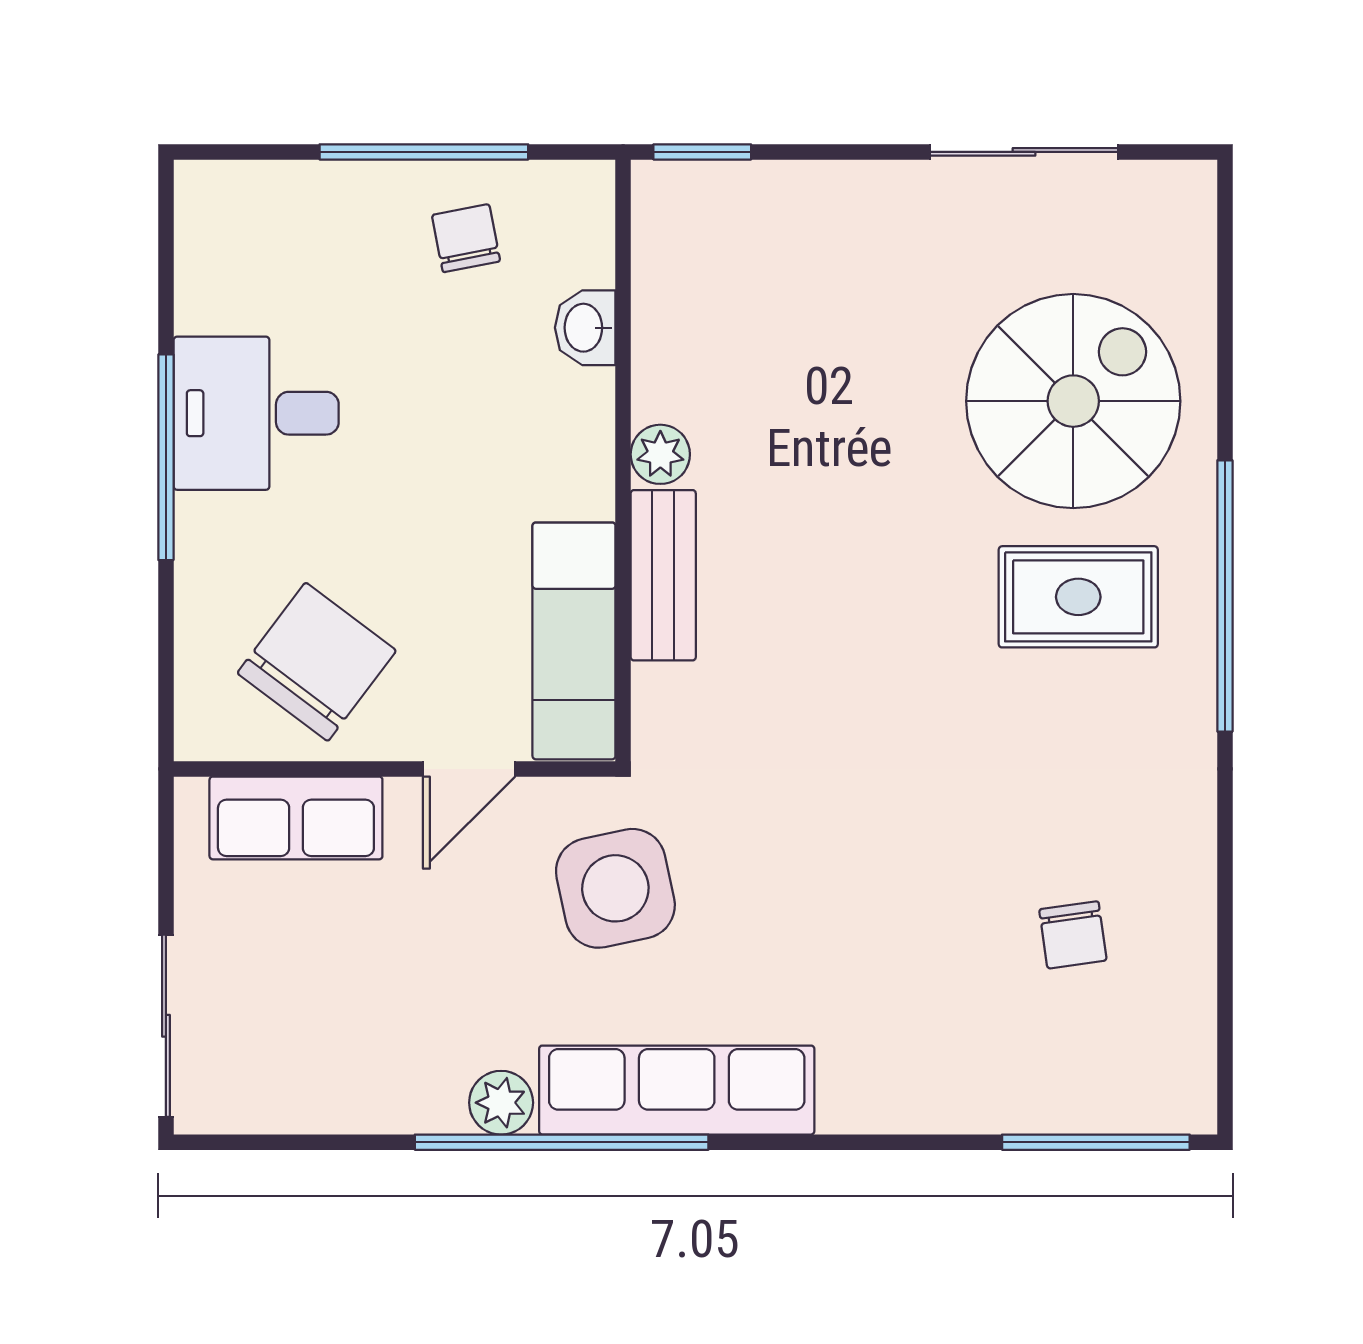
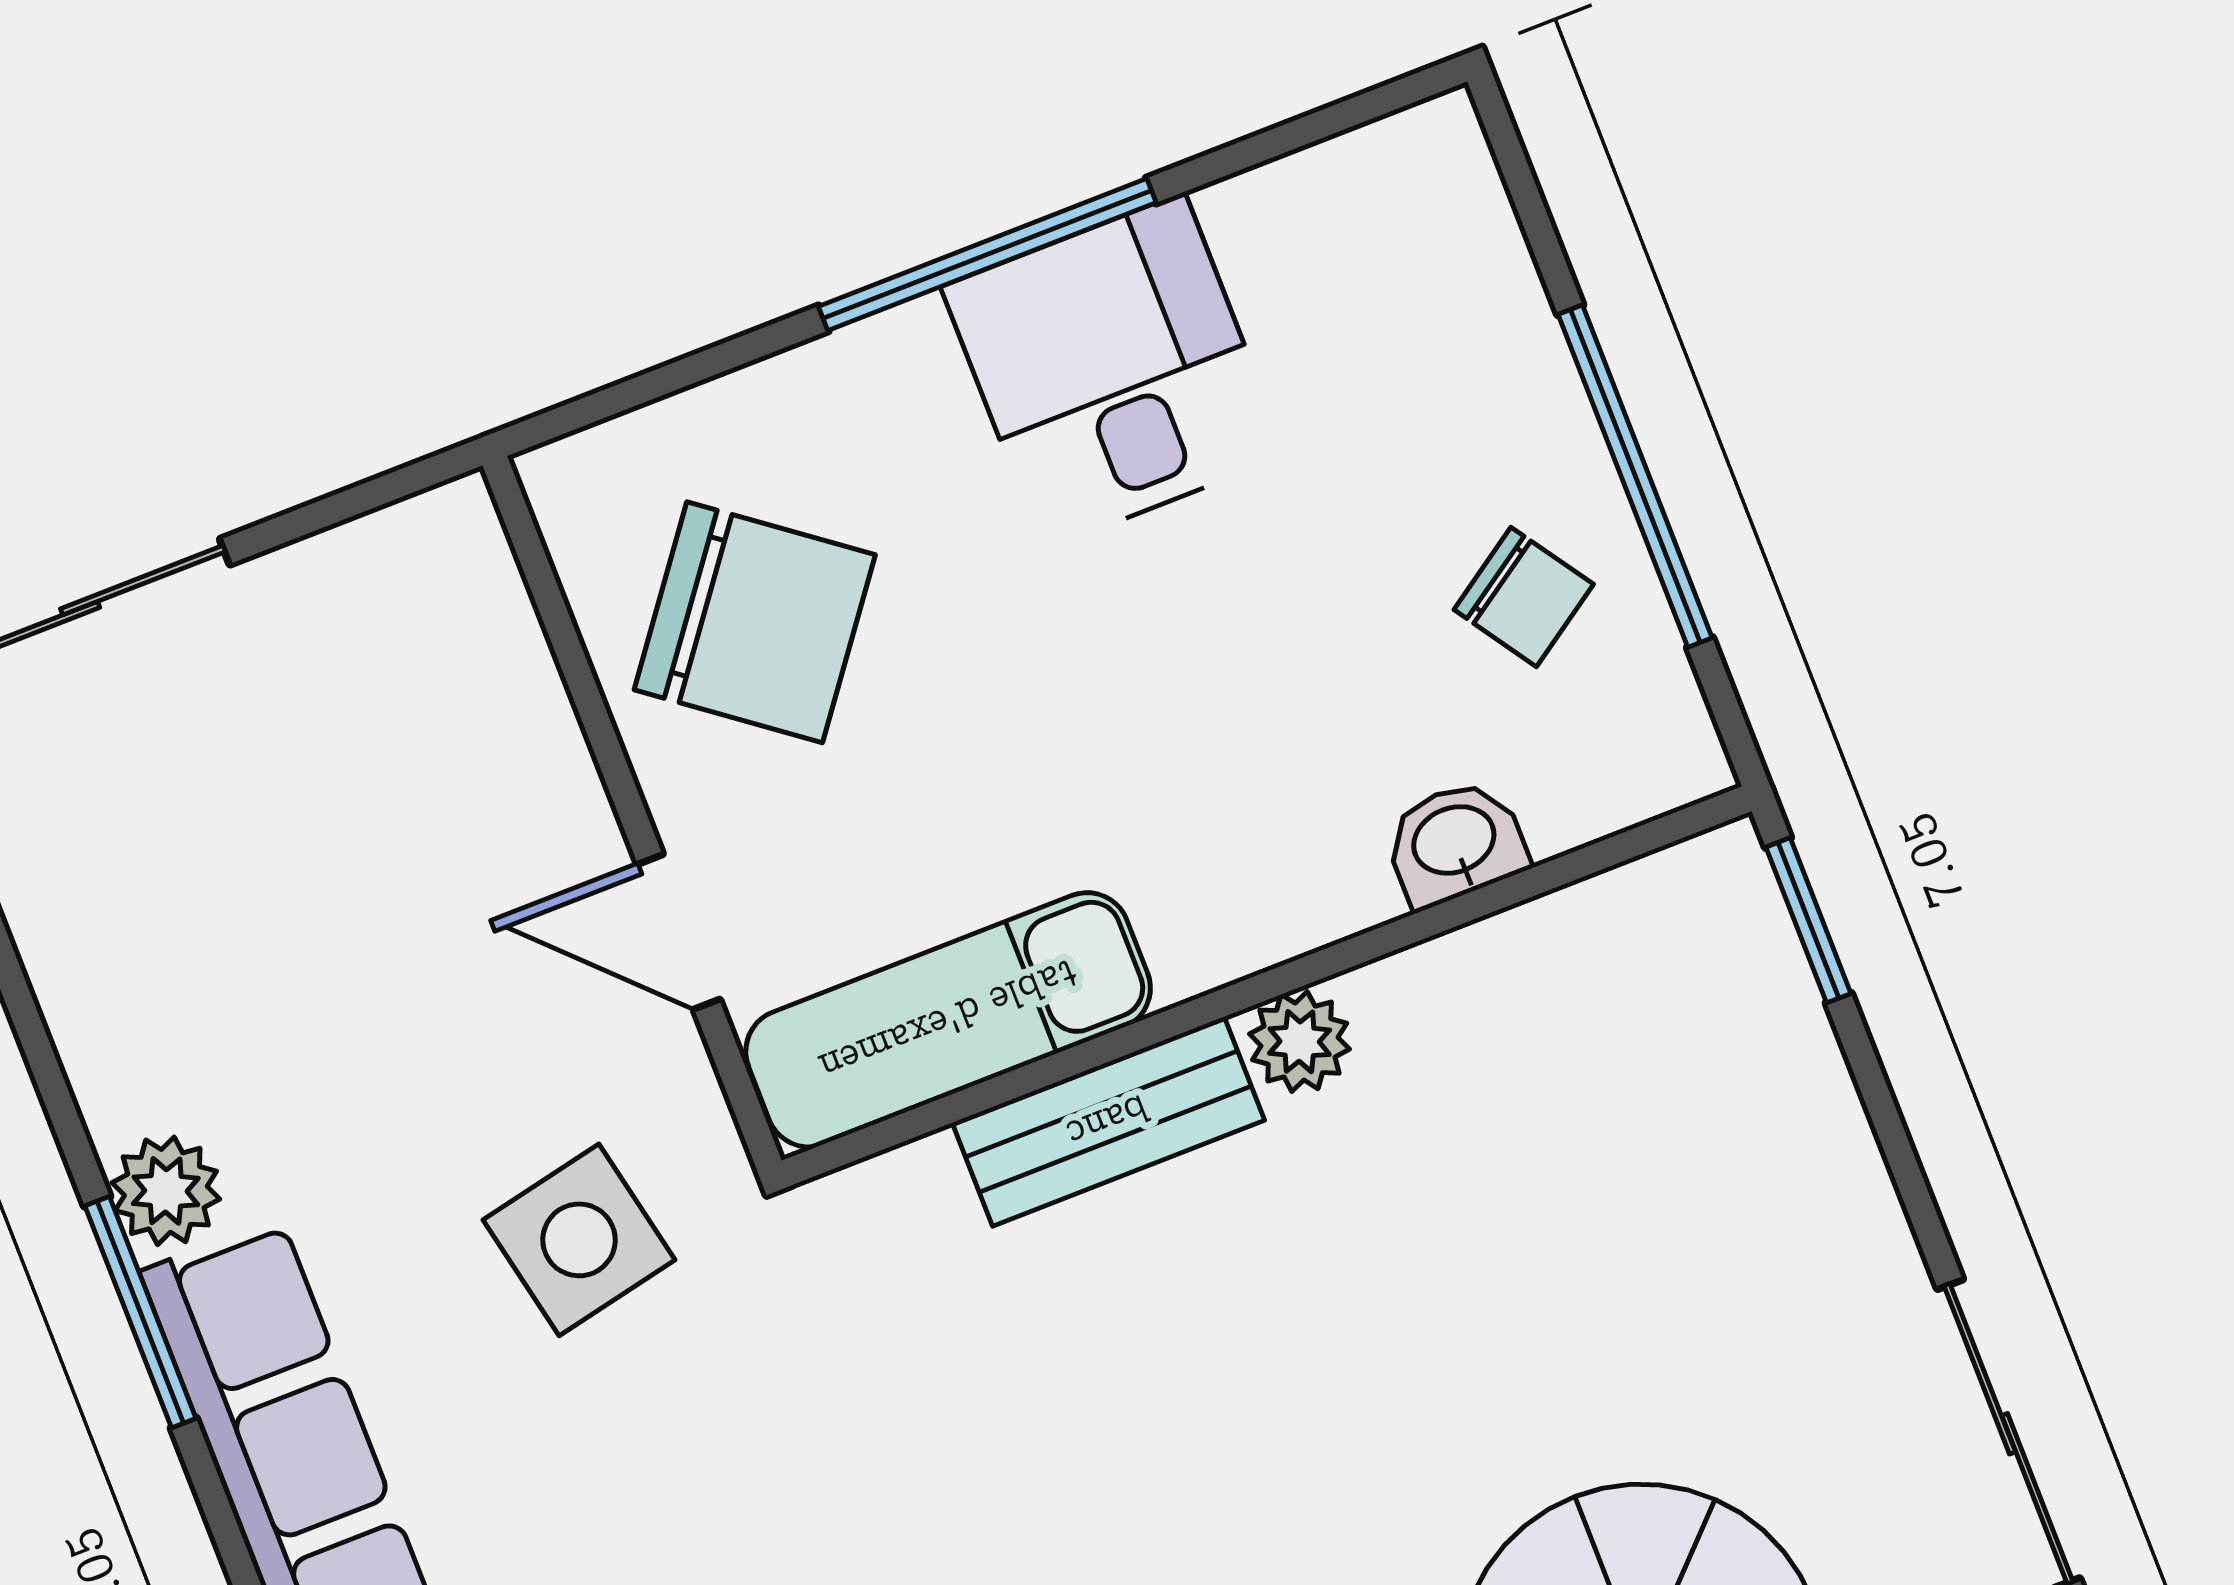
chair: (466, 238) -> (1524, 597), turned 67
row of seats: (296, 818) -> (493, 686), removed
side table: (615, 888) -> (579, 1240), width x0.73, depth x0.73
window: (562, 1142) -> (140, 1312), width x0.47

